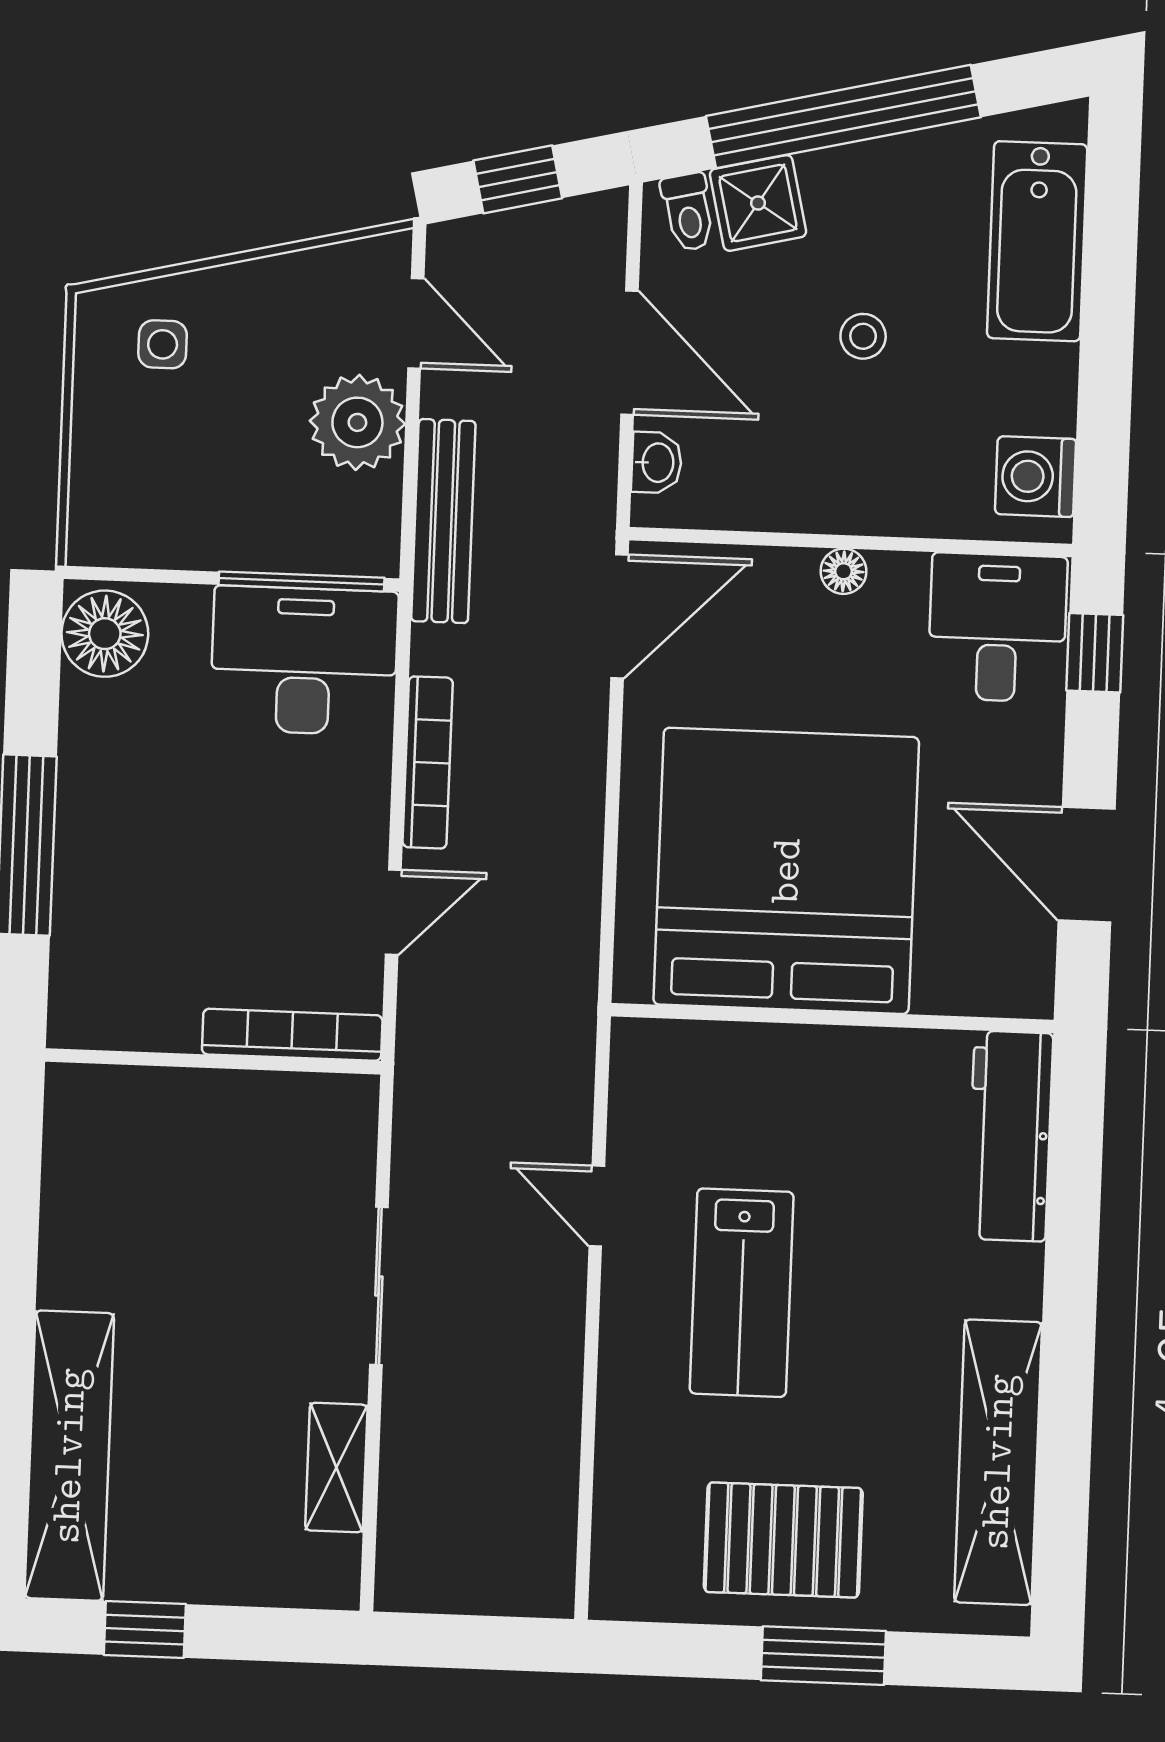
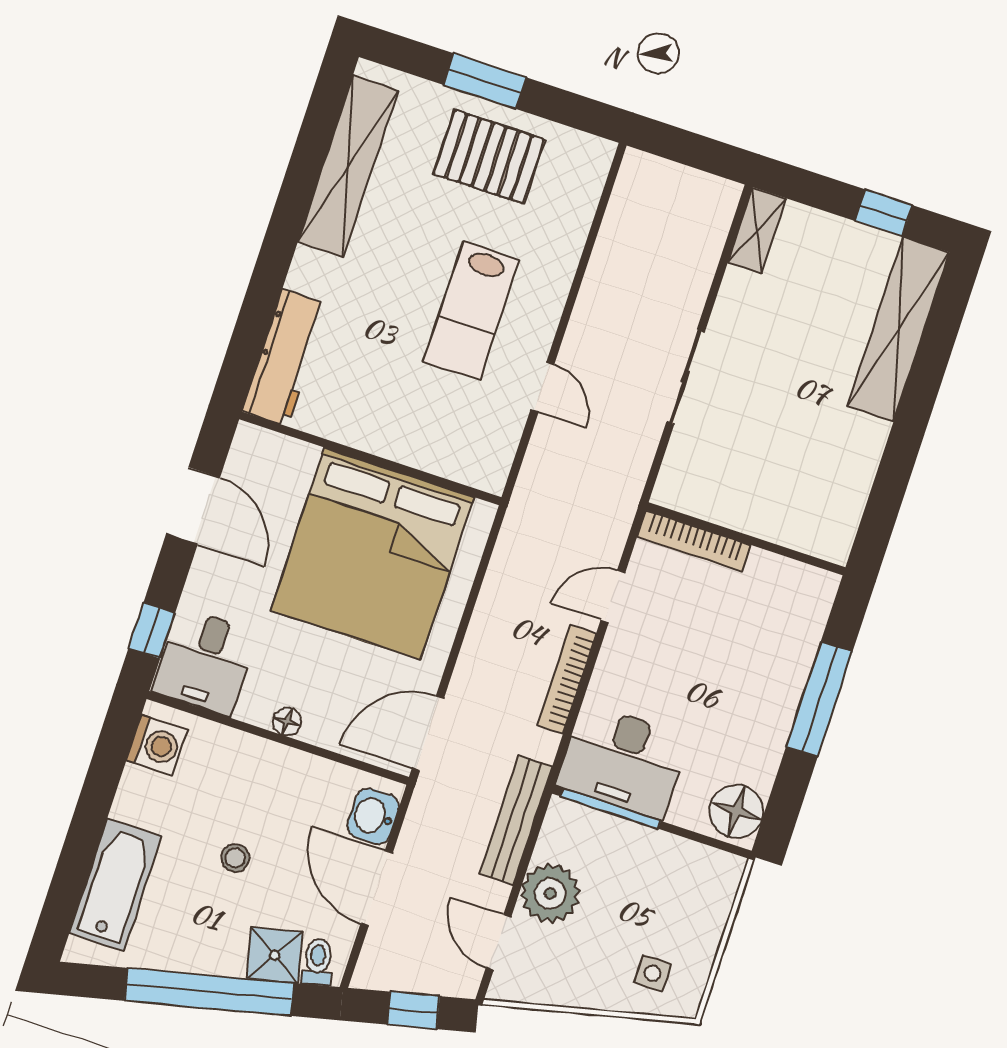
washbasin: (657, 463) -> (373, 816), width x1.38, depth x1.45
lab bench: (742, 1293) -> (471, 311), turned 180
shelving: (336, 1468) -> (757, 231), moved

